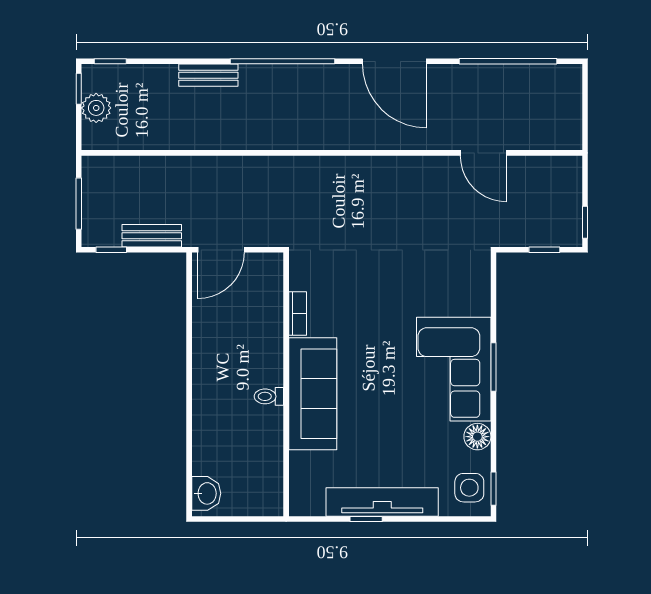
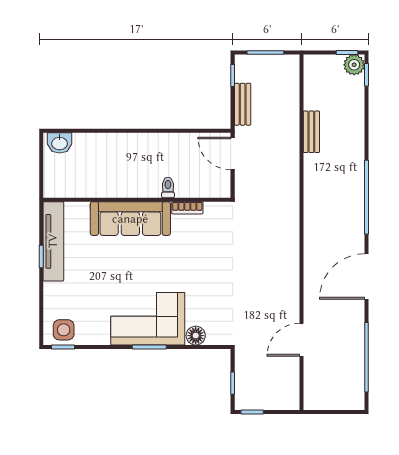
bench: (208, 75) -> (311, 132), moved
plant: (96, 108) -> (354, 65), moved
toilet: (269, 396) -> (168, 187), moved
floor lamp: (477, 437) -> (196, 336), moved
tv unit: (382, 502) -> (53, 241), moved

